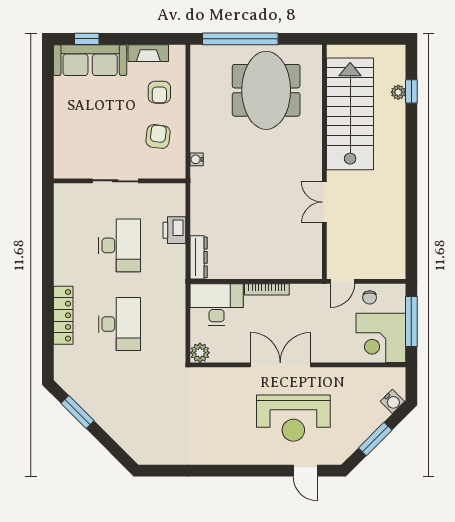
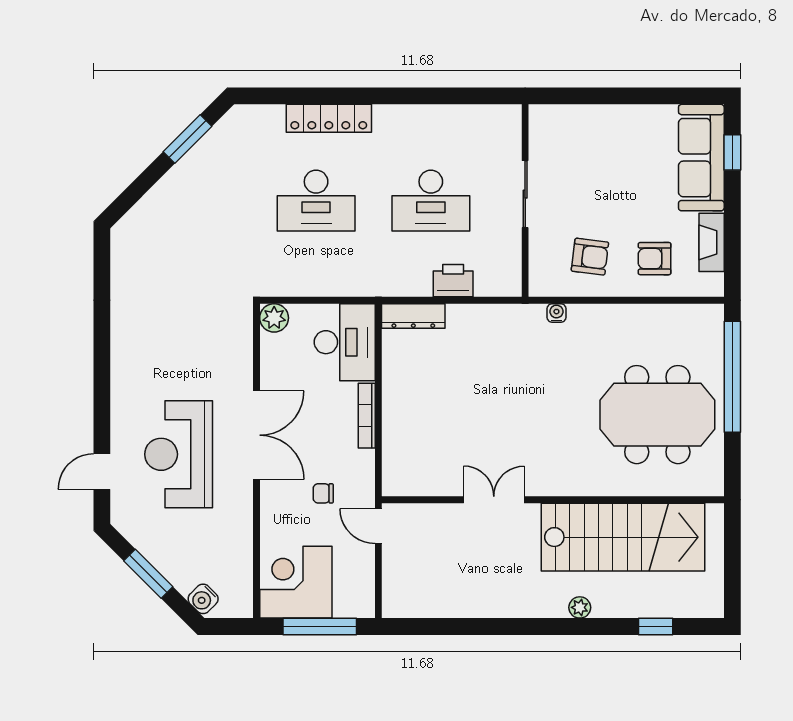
plant: (398, 92) -> (580, 607), moved
chair: (370, 297) -> (323, 493), moved

